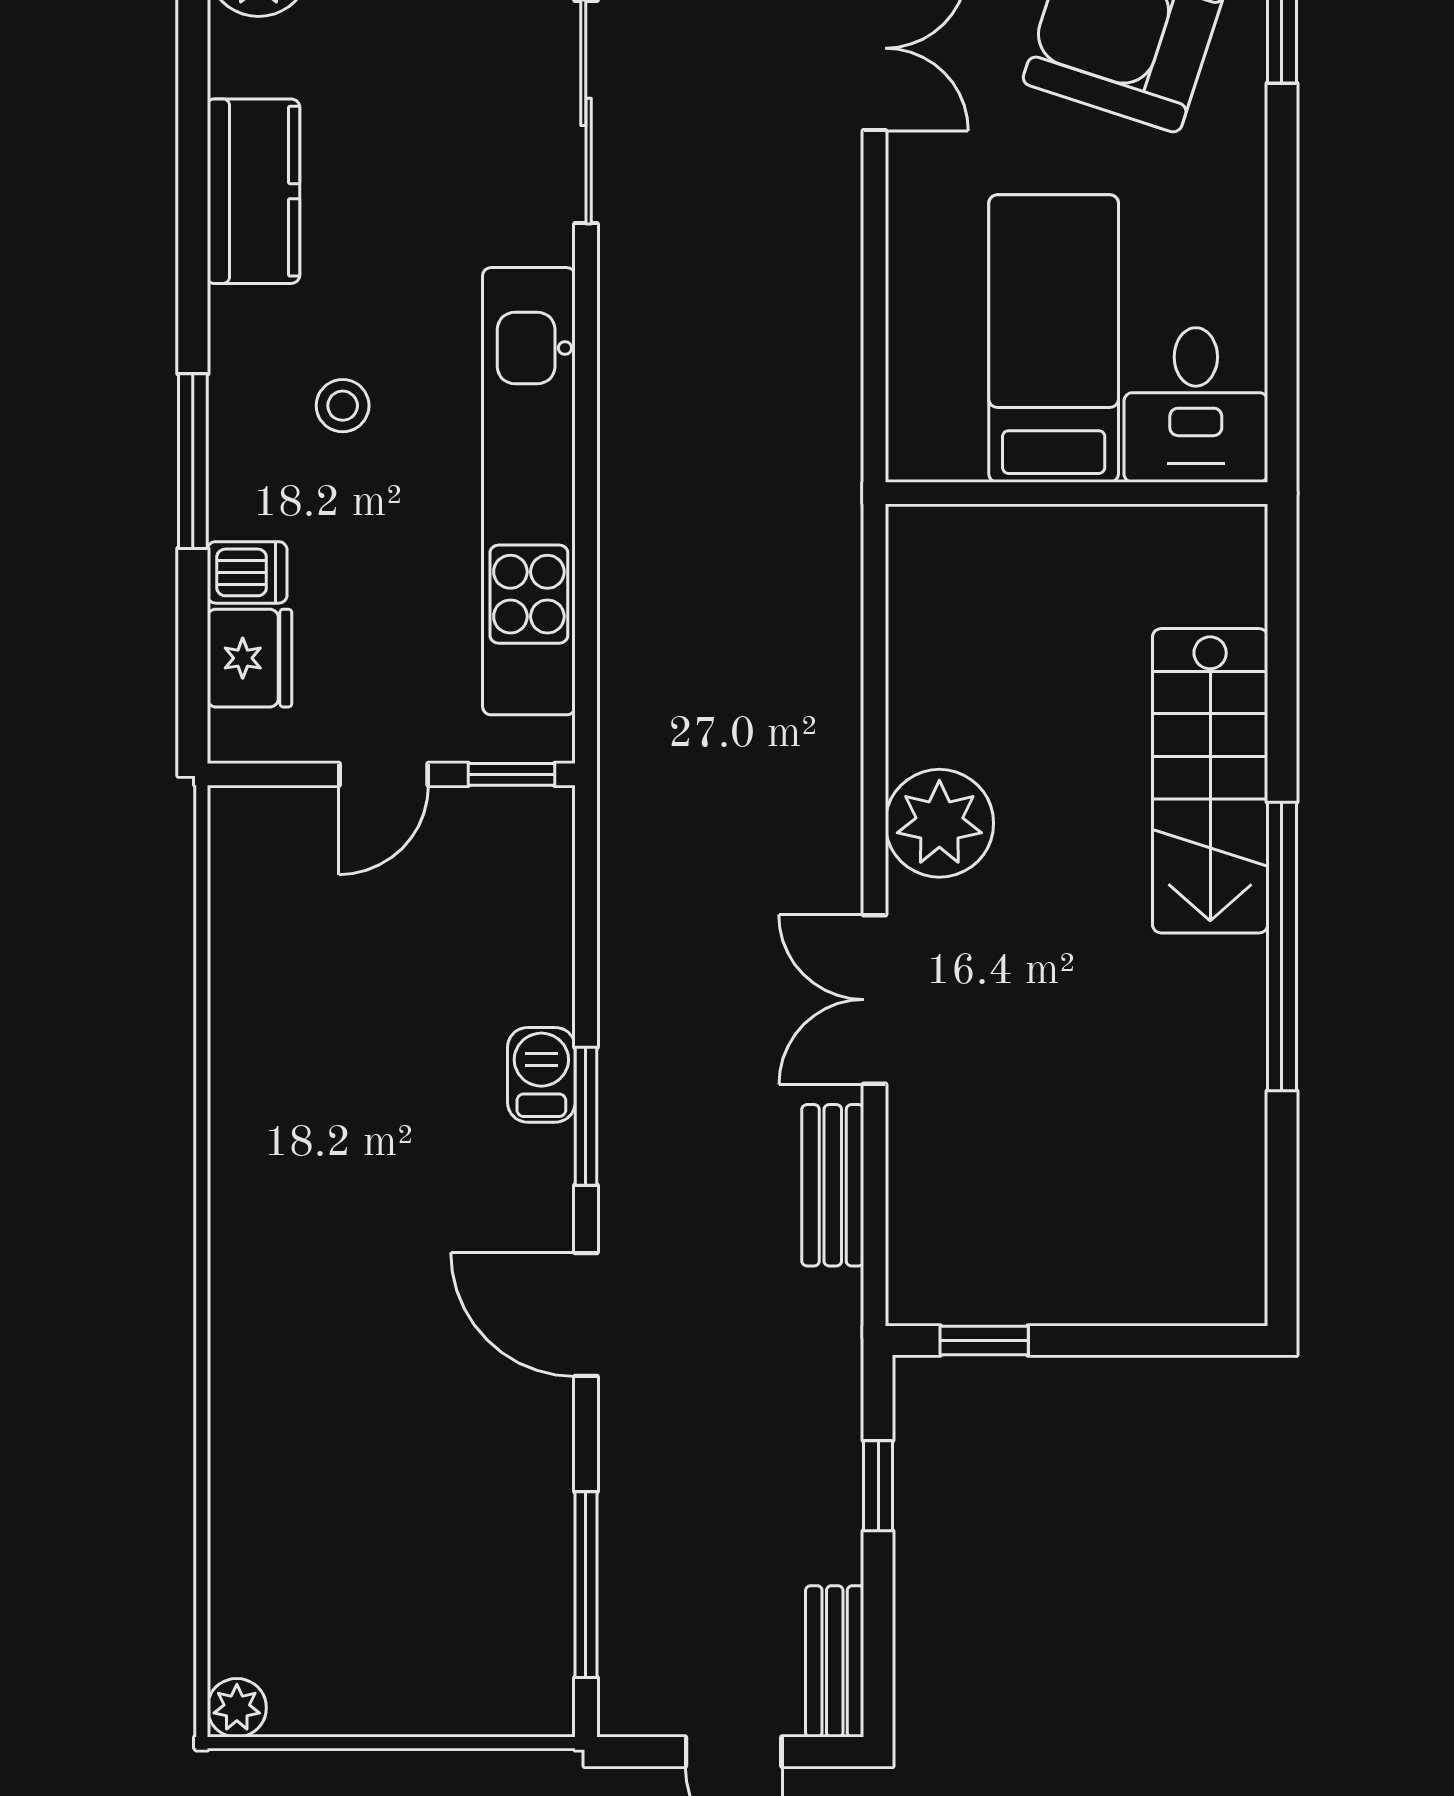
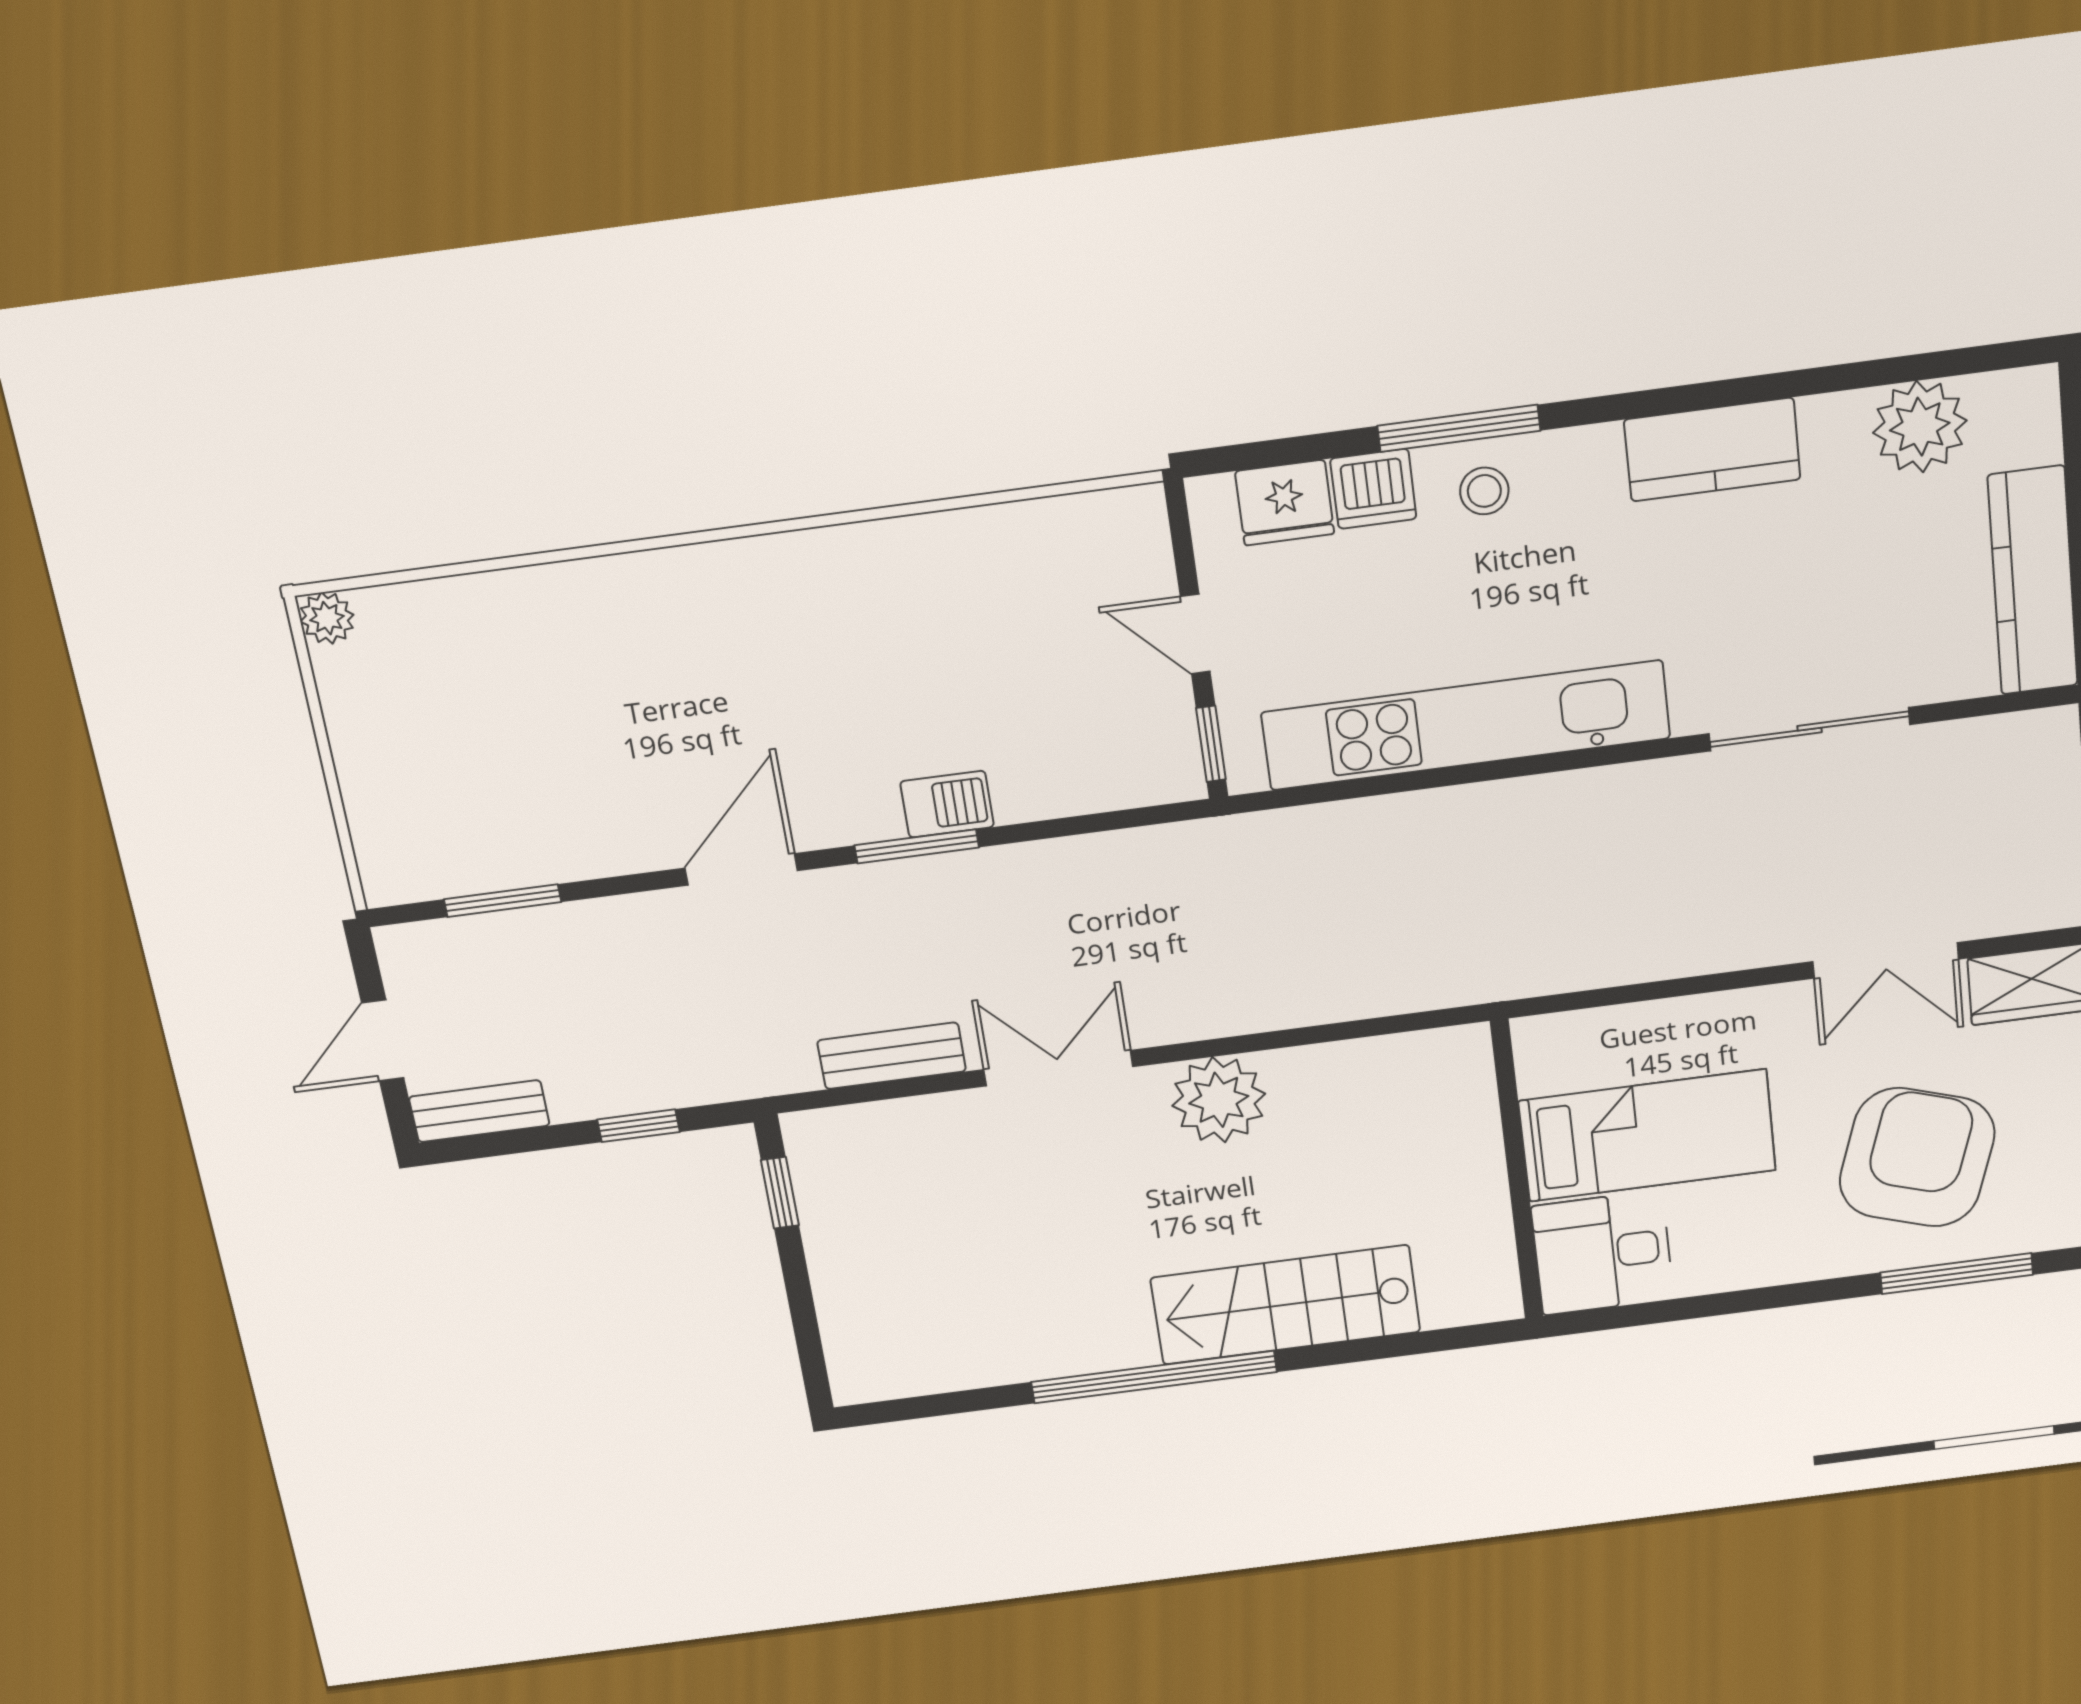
stool: (343, 406) -> (1484, 491), moved
dishwasher: (247, 572) -> (1373, 489), width x1.38
window: (586, 1585) -> (503, 901), width x0.69

